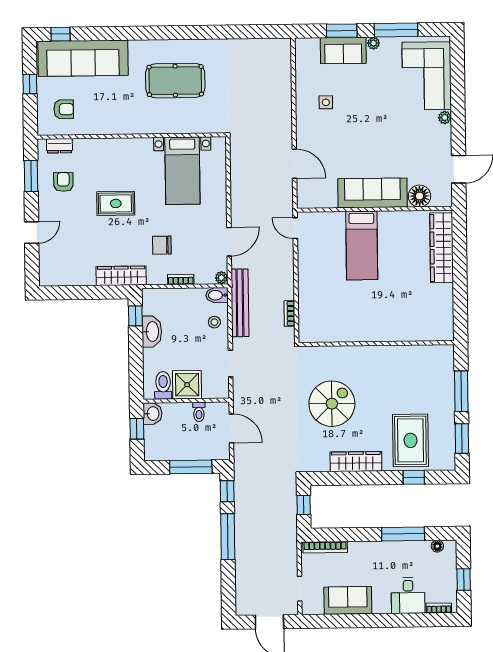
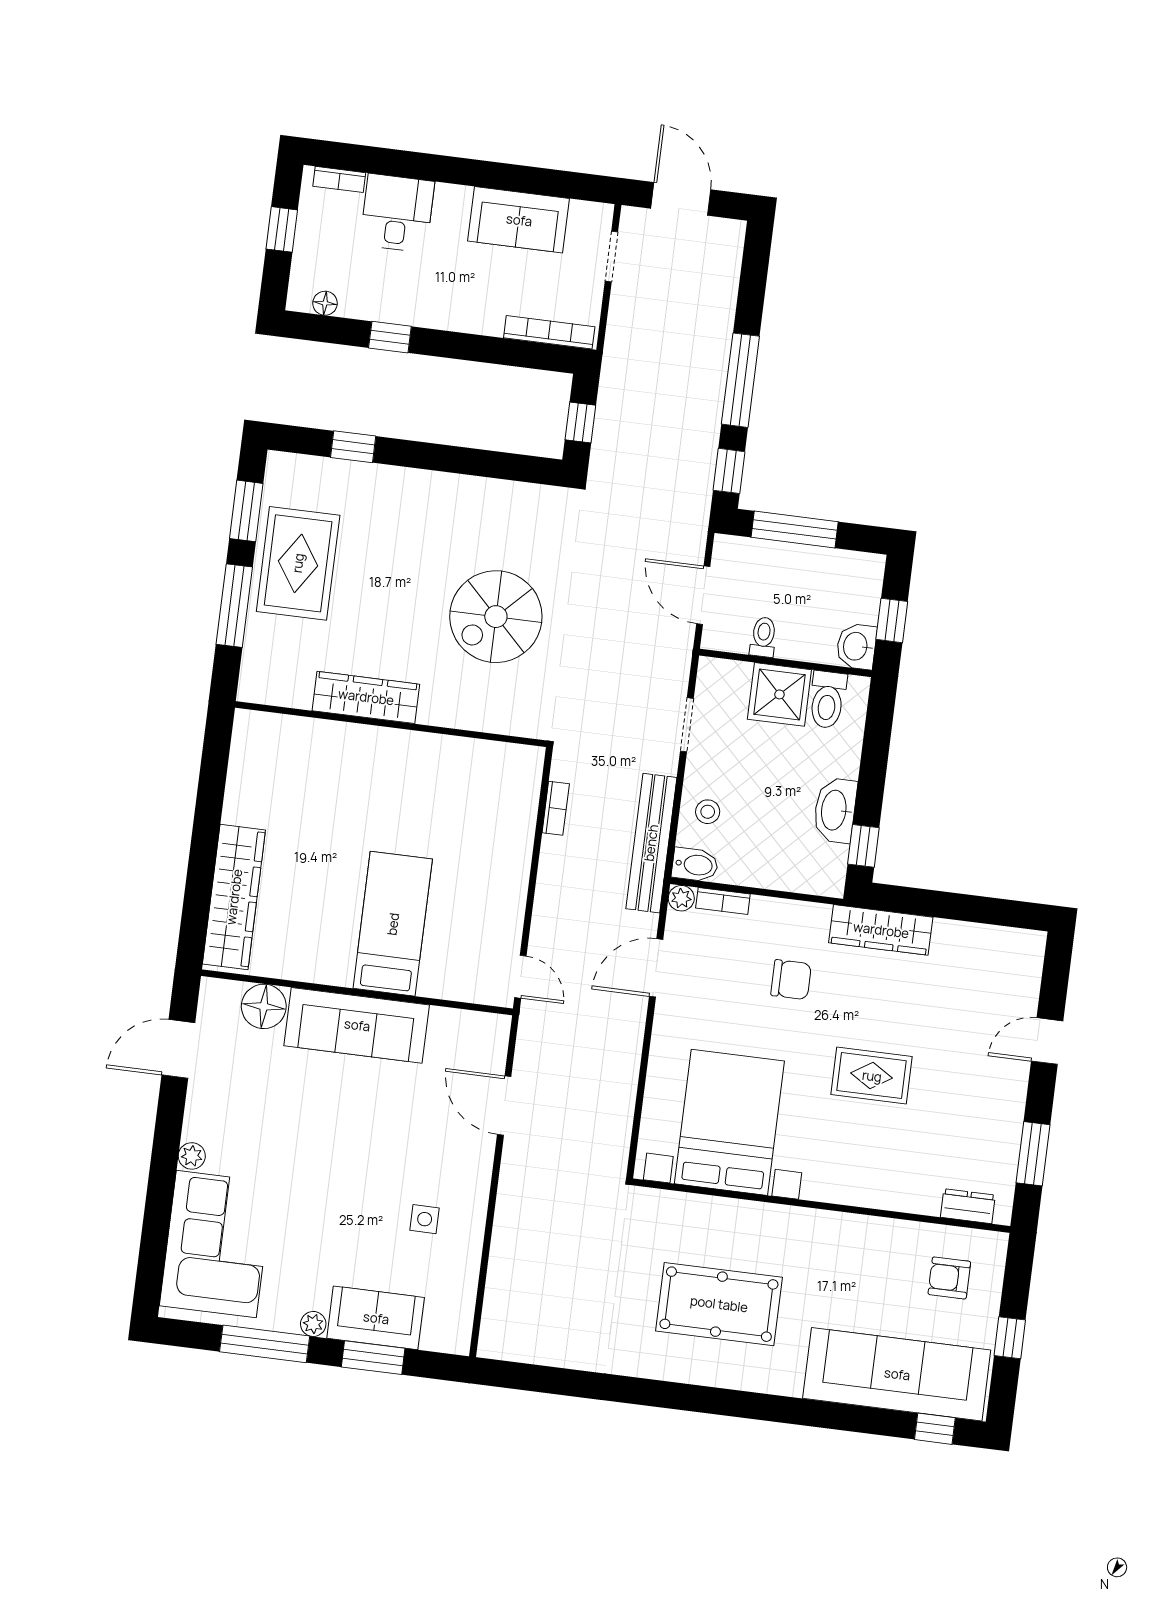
bed with nightstands: (182, 171) -> (729, 1122), width x1.36
armchair: (63, 182) -> (970, 1133), removed
bookcase: (181, 279) -> (723, 901), moved
rug: (410, 440) -> (298, 563), moved
wardrobe: (356, 462) -> (366, 697), moved, turned 180
window: (403, 534) -> (390, 337), width x0.46

